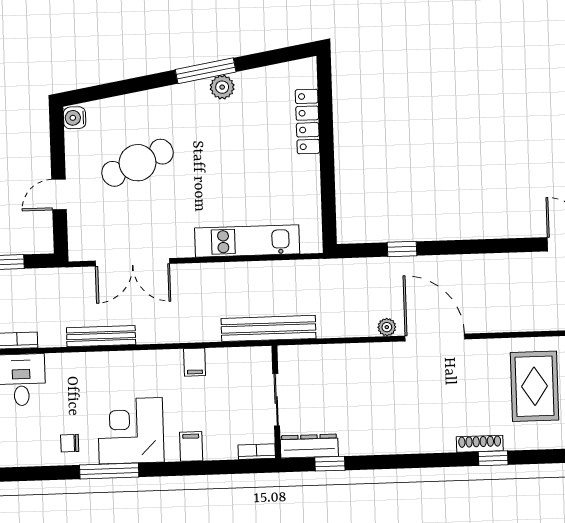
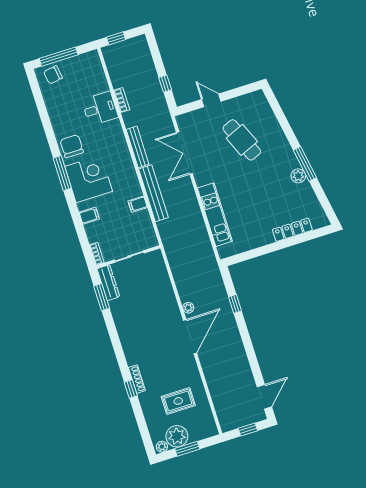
water cooler: (75, 118) -> (257, 97), removed
bench: (269, 328) -> (154, 193), moved
rug: (534, 386) -> (178, 401), width x0.73, depth x0.70
chair: (70, 443) -> (72, 146), width x1.87, depth x1.87
window: (330, 464) -> (102, 297), width x1.50

